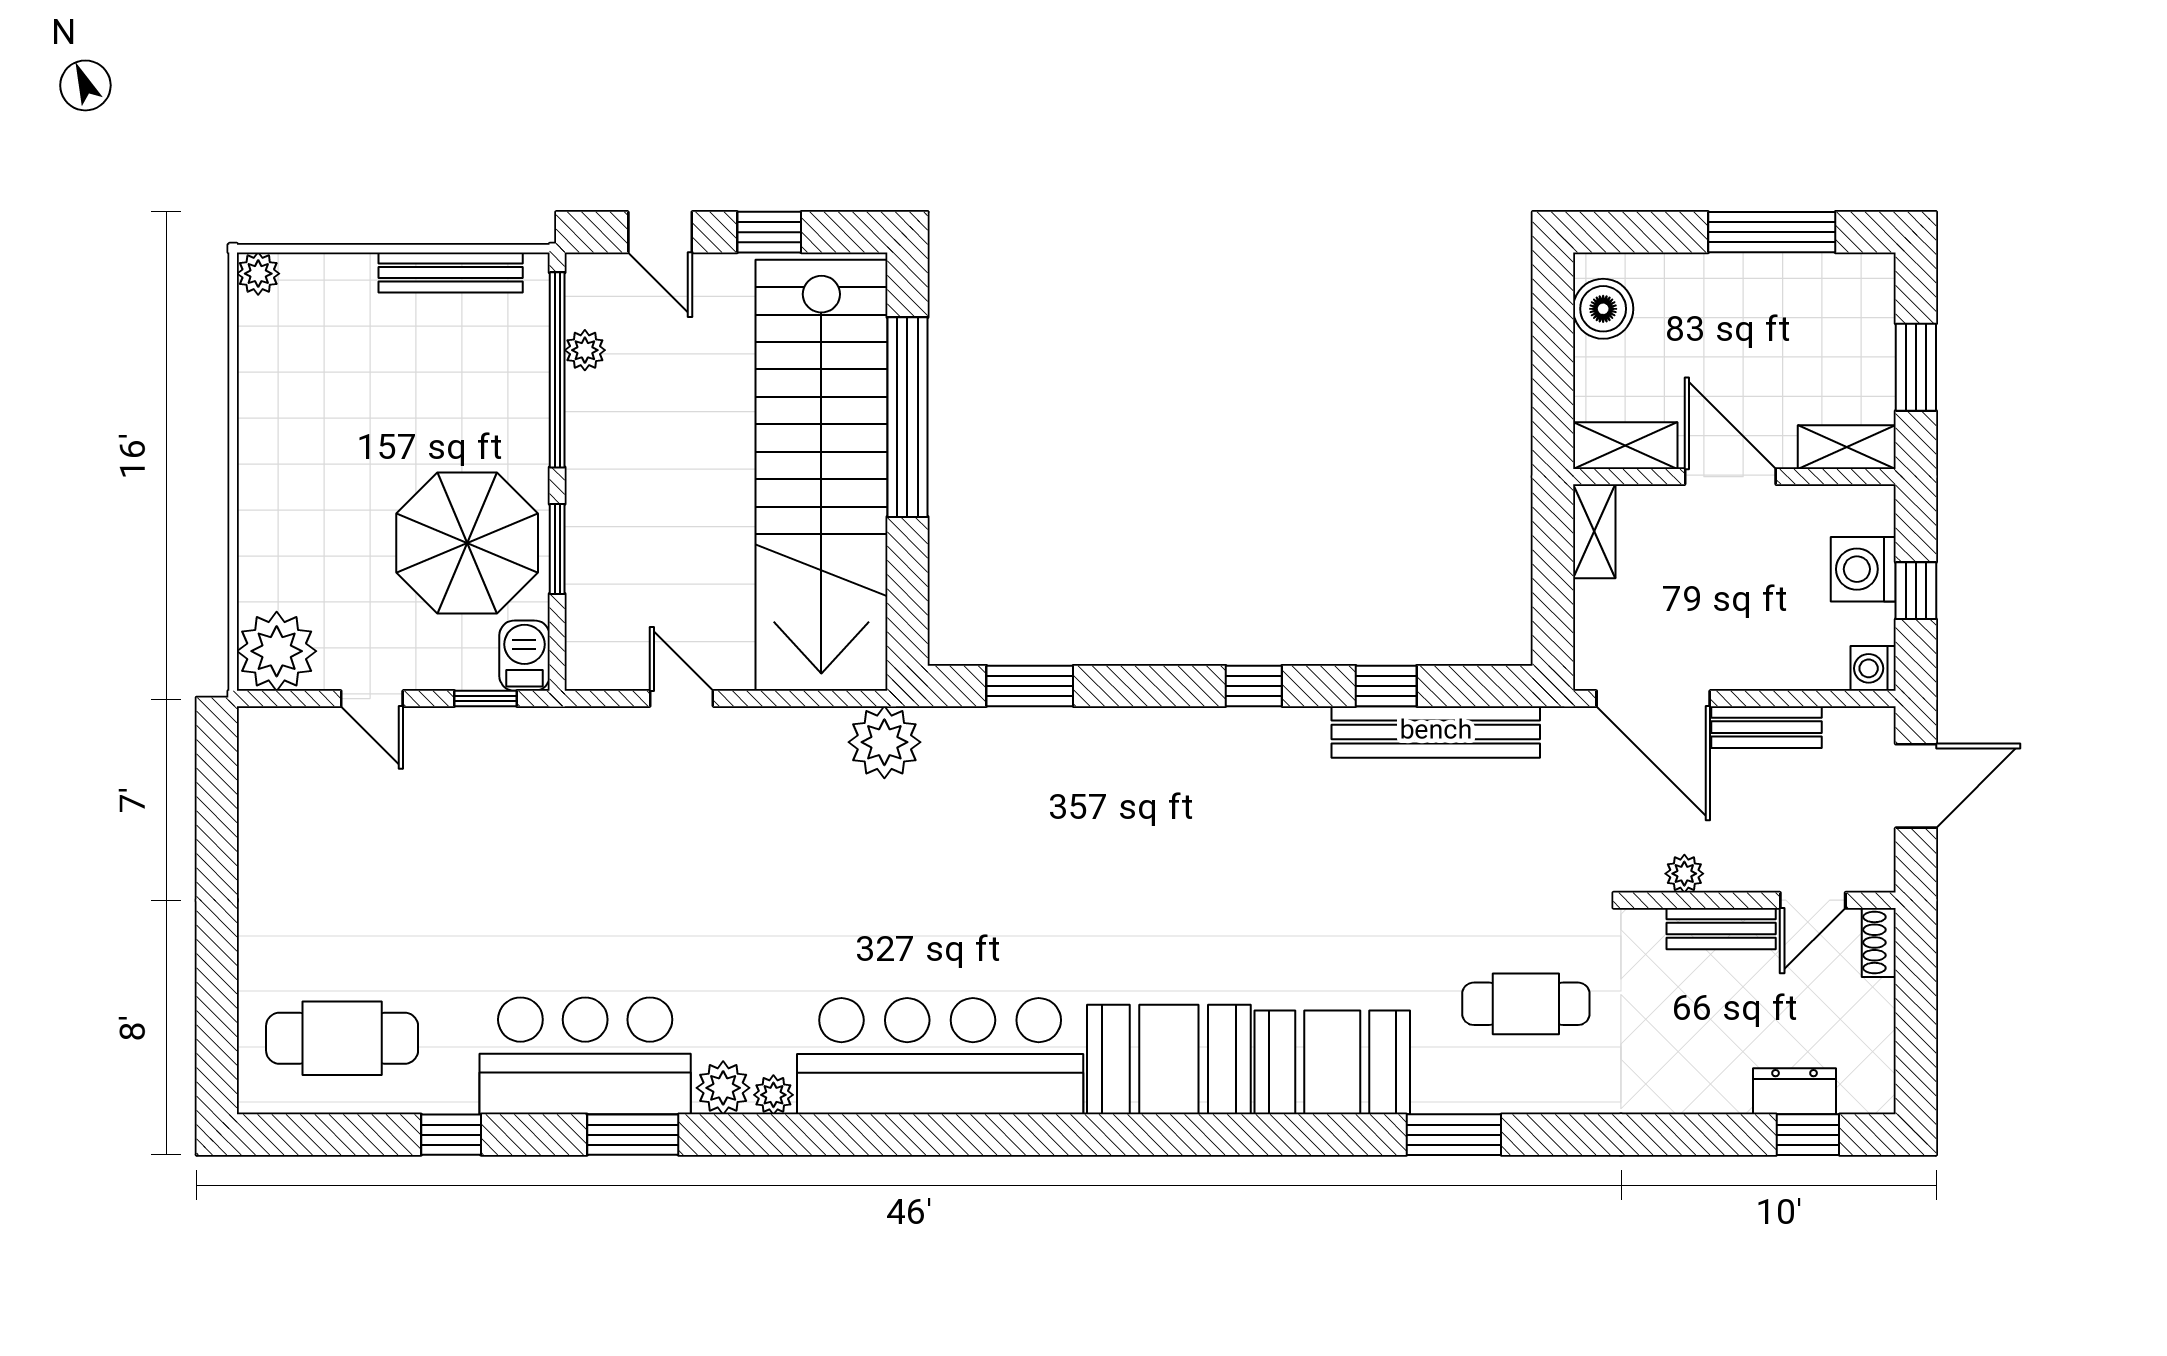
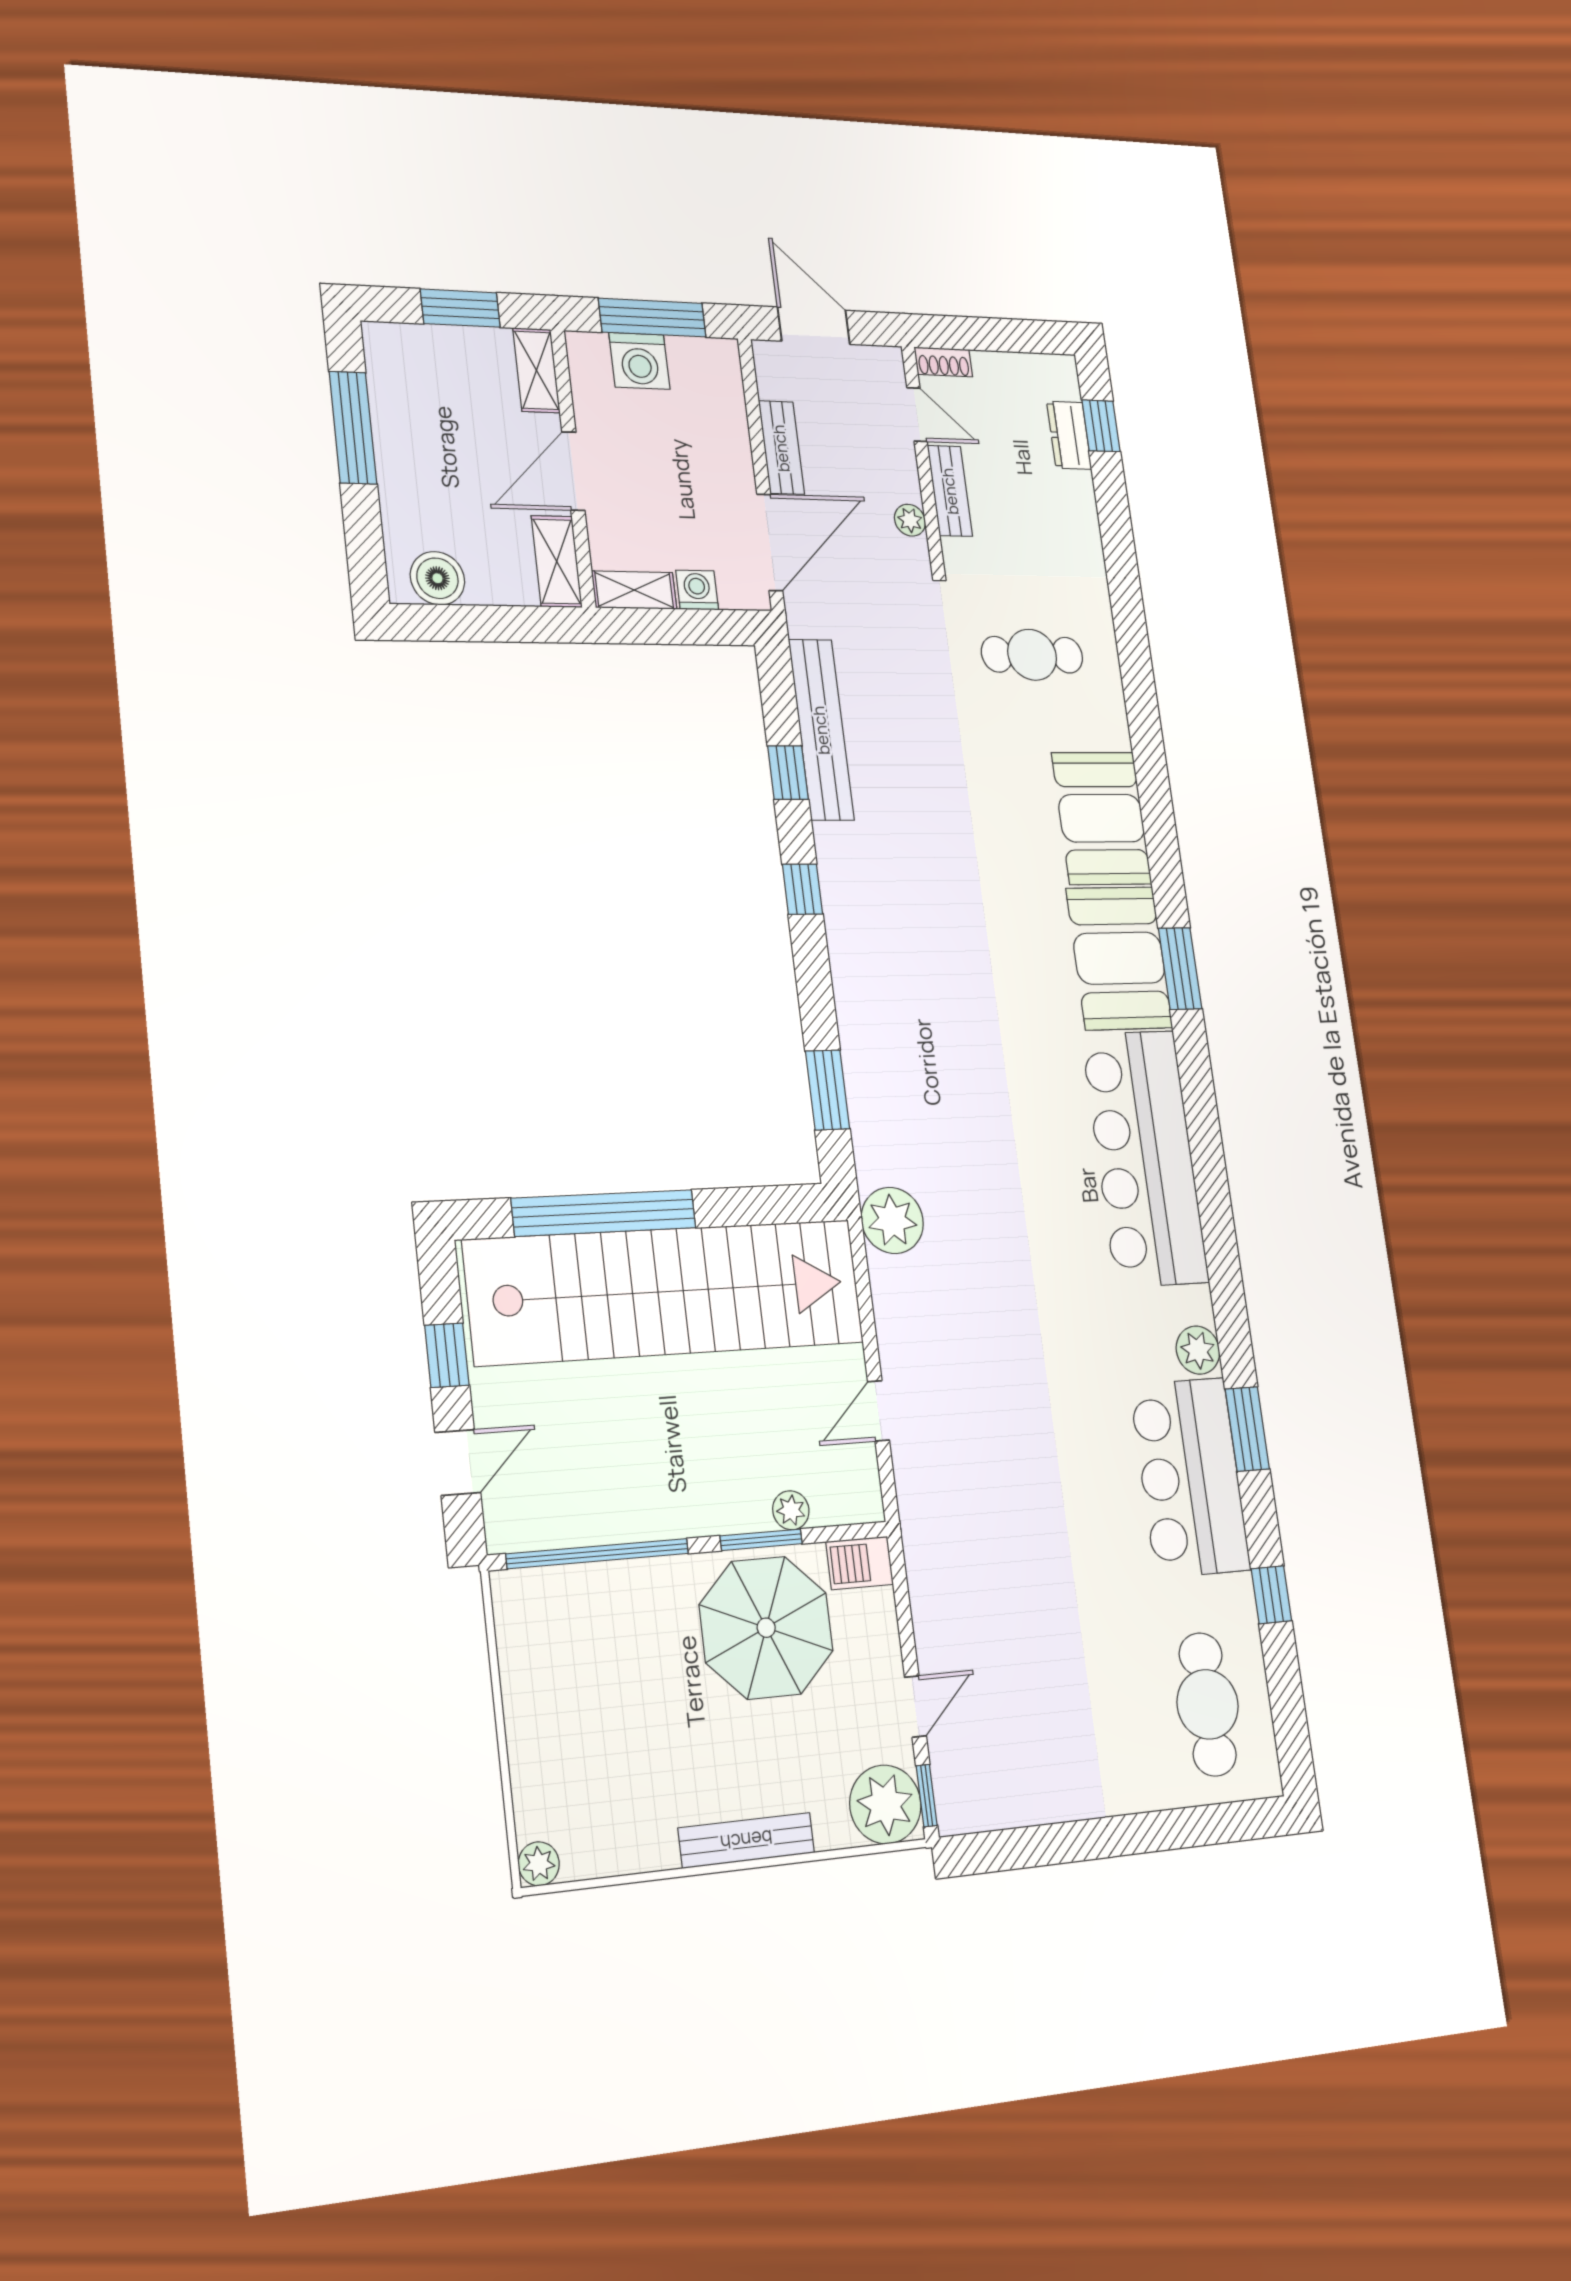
bench: (451, 272) -> (746, 1840), moved, turned 90
plant: (585, 350) -> (791, 1510), moved
window: (1916, 591) -> (652, 318), width x2.17
washing machine: (1873, 668) -> (697, 590), moved, turned 180
window: (486, 699) -> (927, 1796), moved
cafe table: (1526, 1004) -> (1032, 655), turned 90
plant: (773, 1095) -> (1197, 1305), removed
window: (1454, 1135) -> (1180, 969), moved

